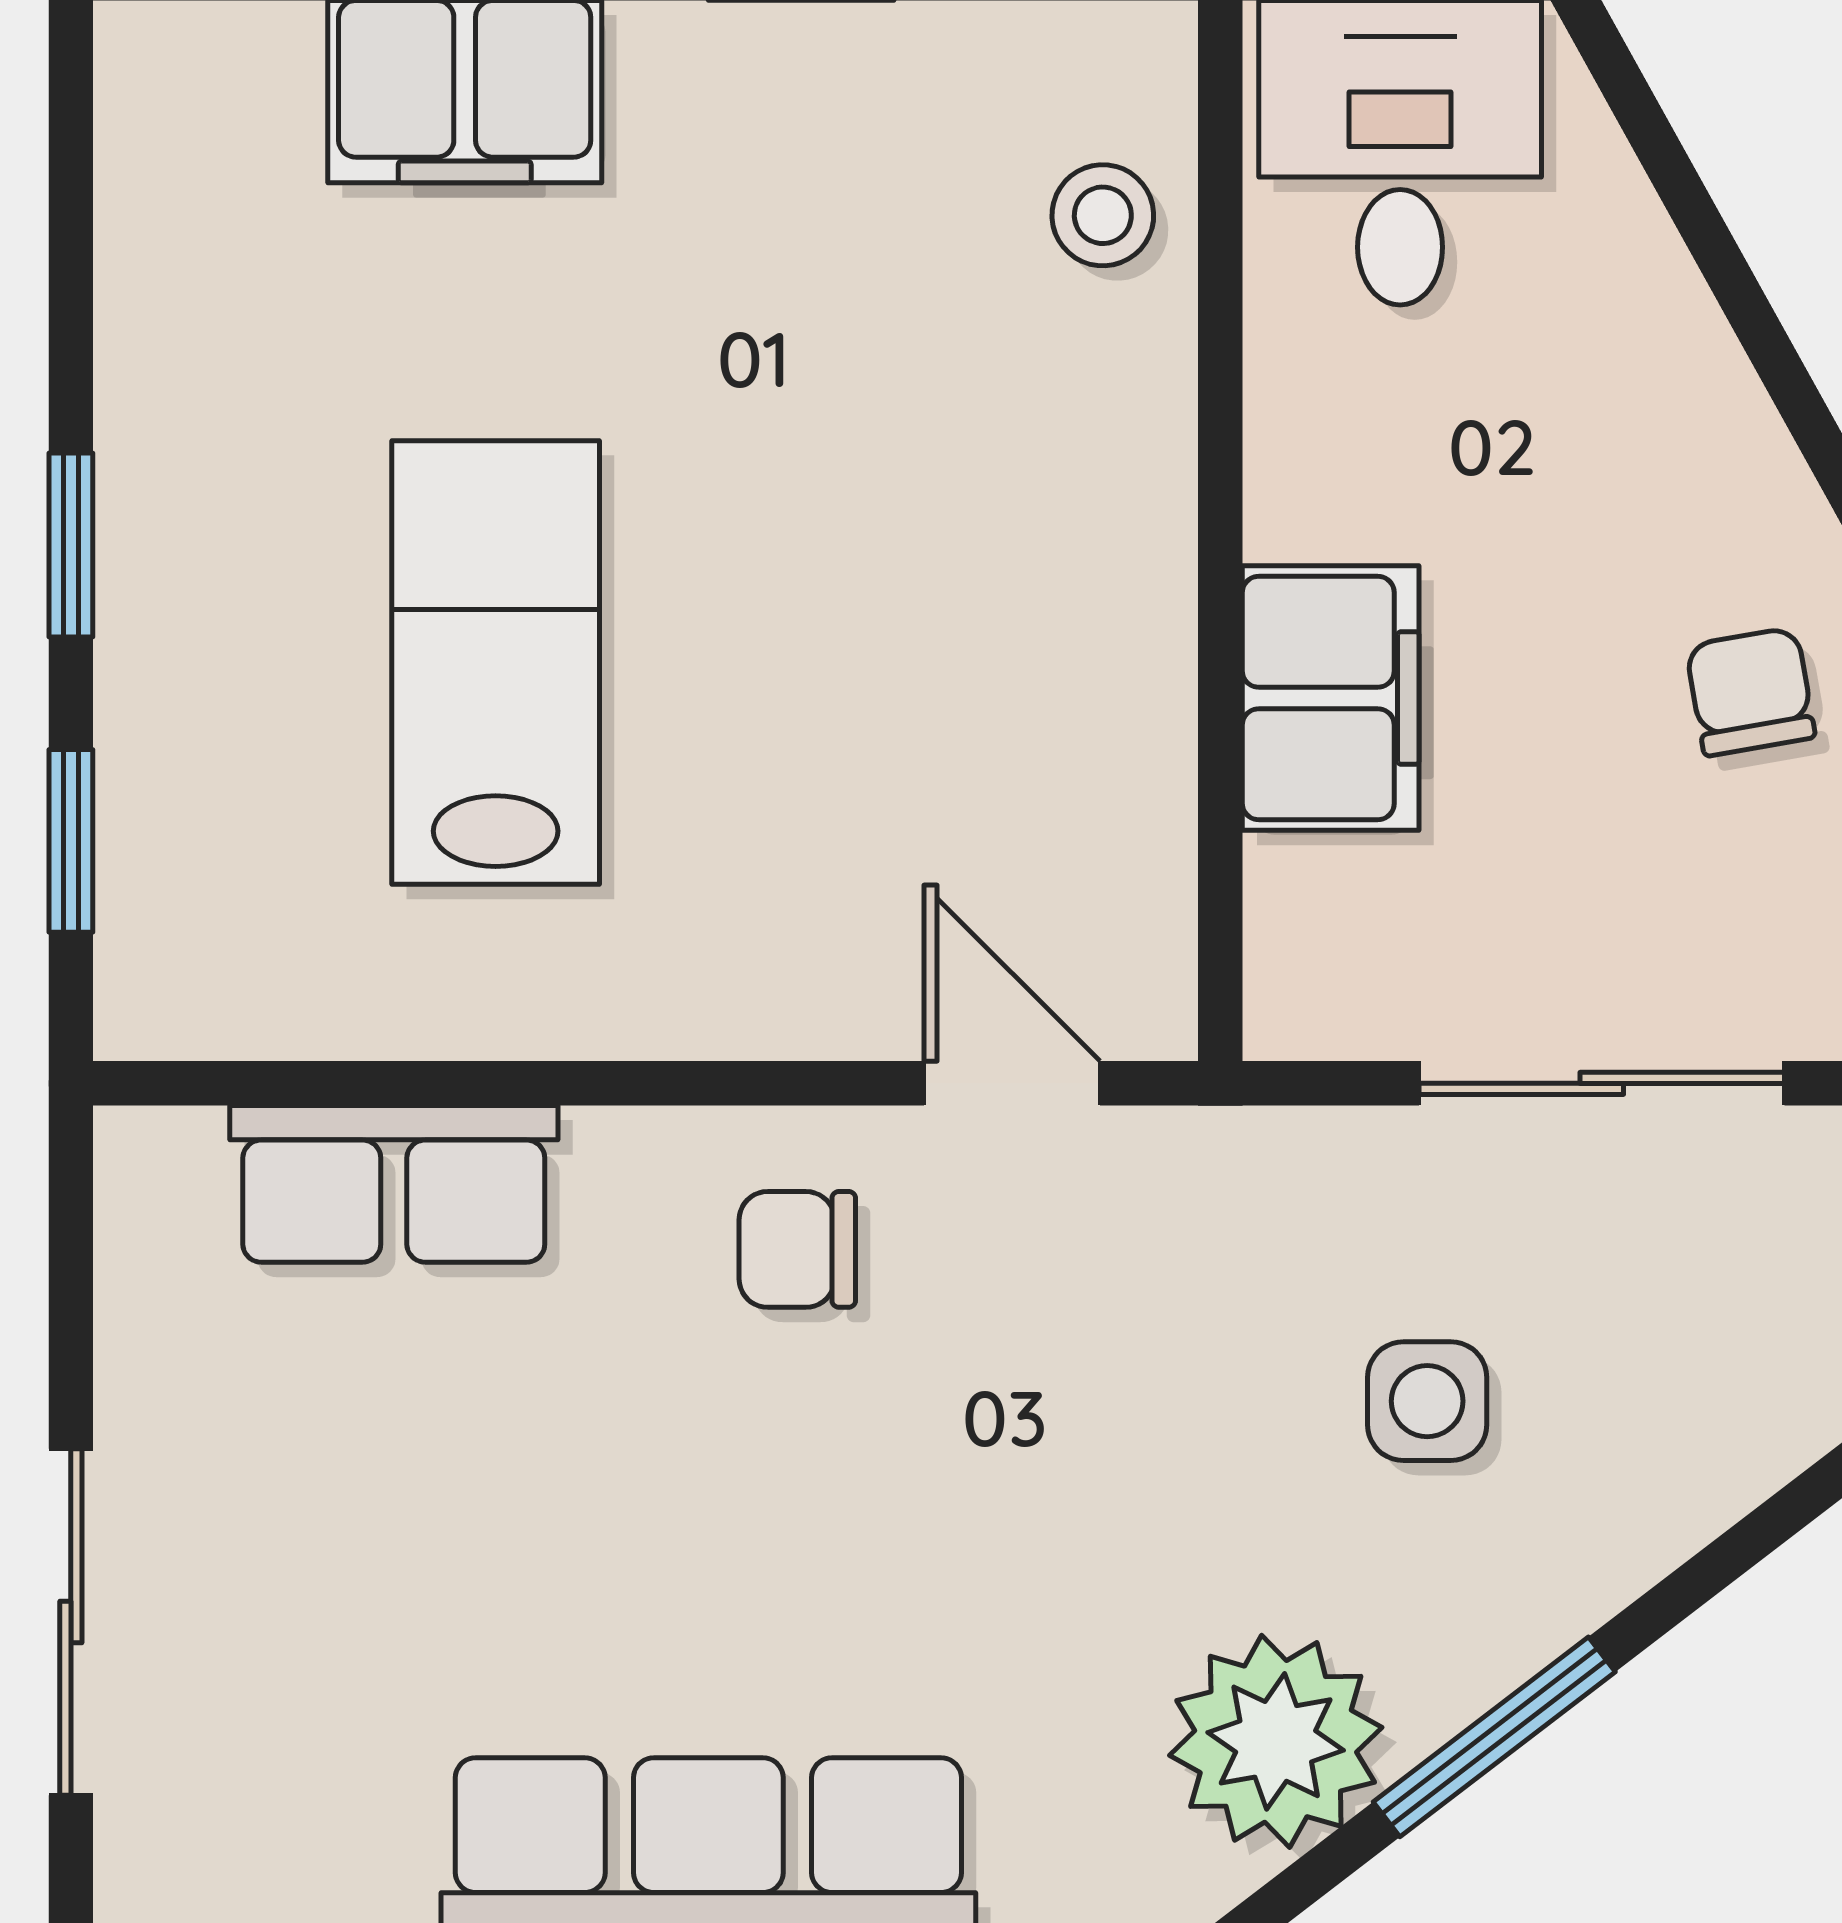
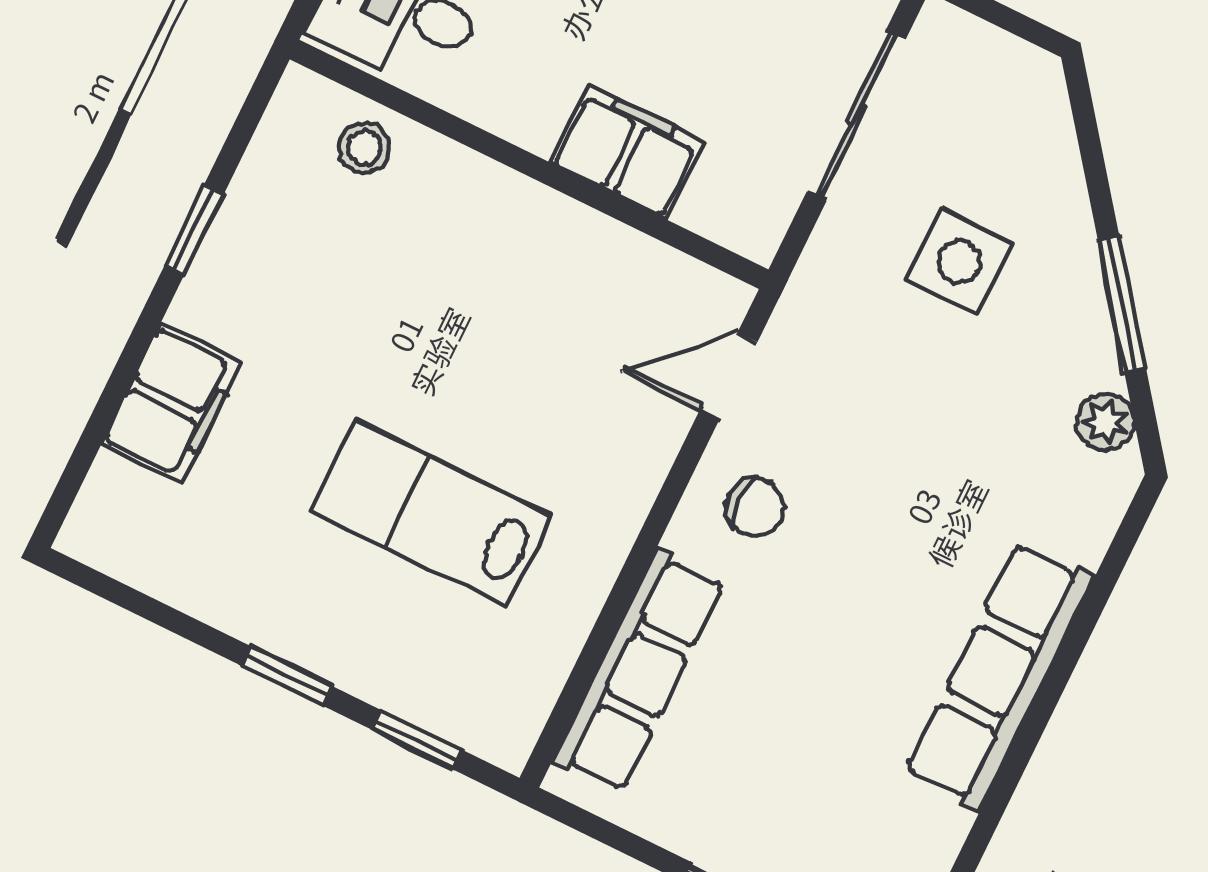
row of seats: (394, 1184) -> (639, 671), width x1.48
chair: (797, 1249) -> (755, 507), turned -90
side table: (1427, 1401) -> (959, 261), width x1.37, depth x1.37
plant: (1276, 1741) -> (1106, 421), width x0.53, depth x0.53

